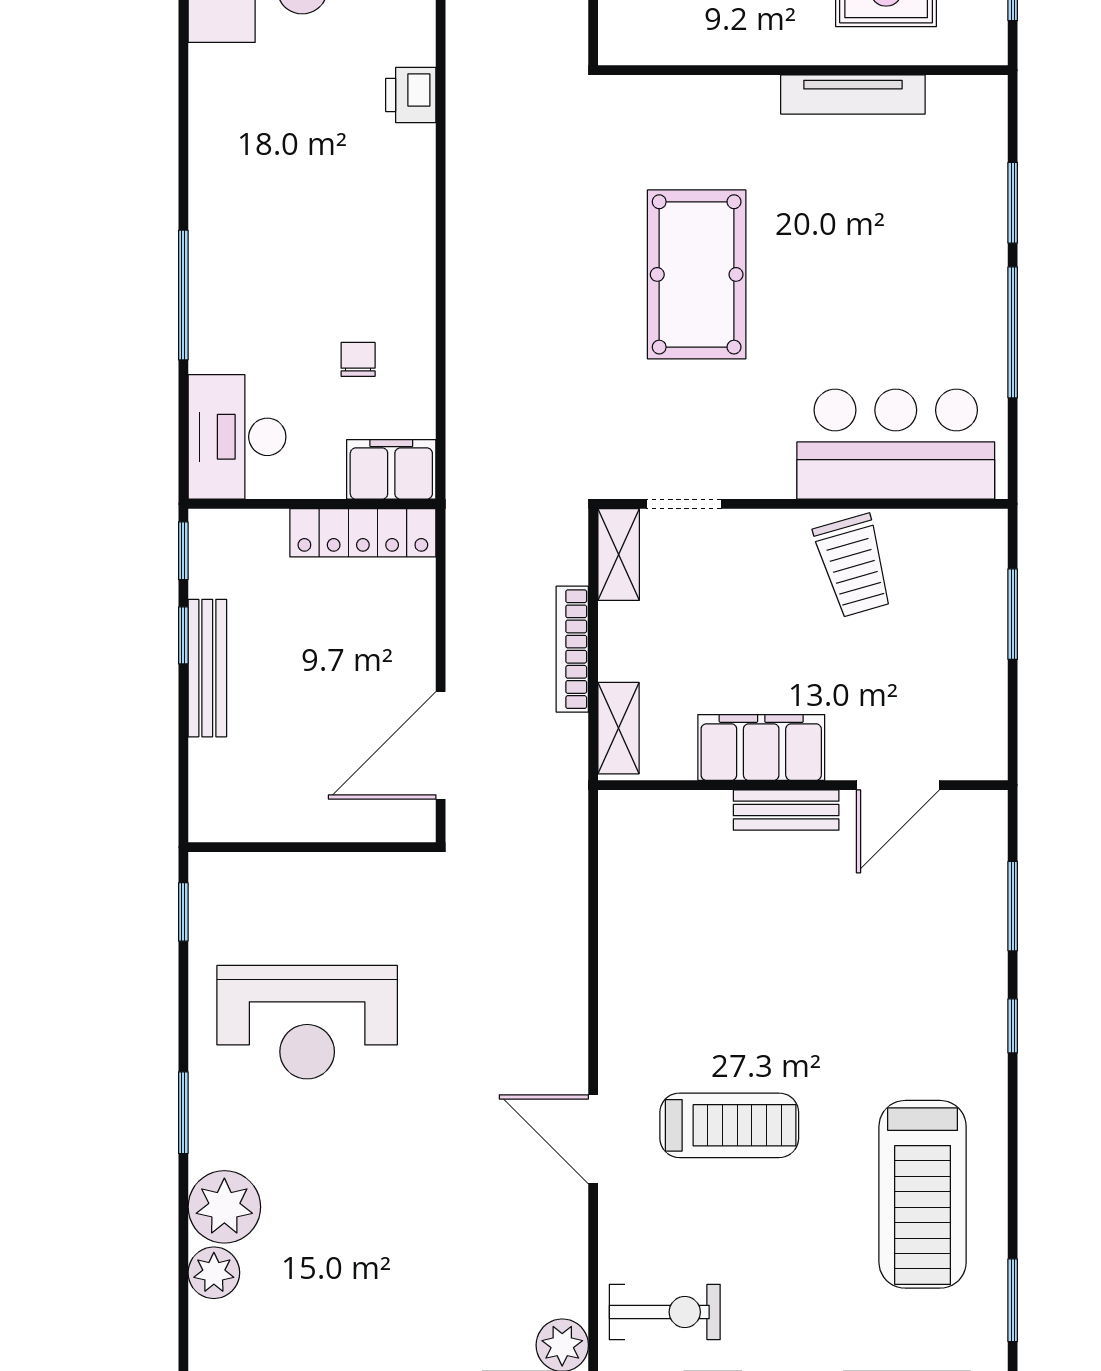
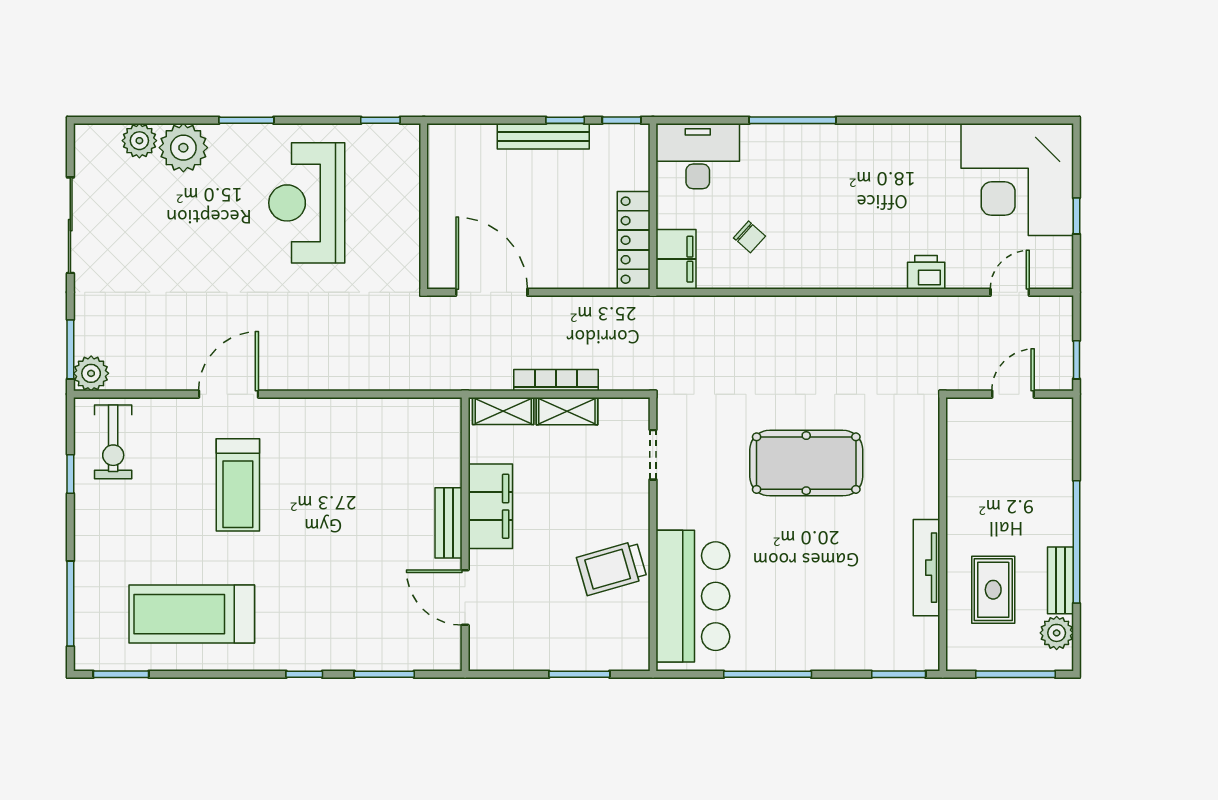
window: (1013, 203) -> (899, 674), moved
chair: (358, 359) -> (749, 237), turned 42
shelving: (619, 554) -> (567, 411), moved

